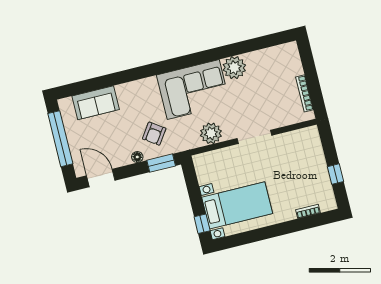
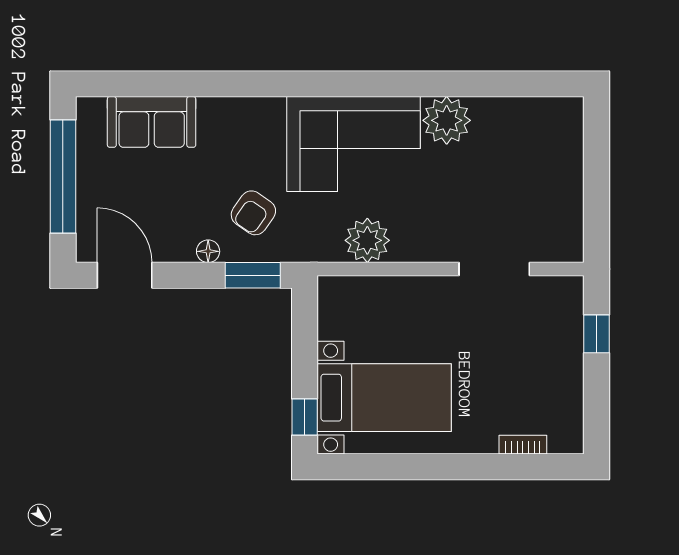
bookcase: (305, 93) -> (574, 207), removed
doorway: (254, 137) -> (494, 269), moved
window: (336, 174) -> (597, 334), moved

